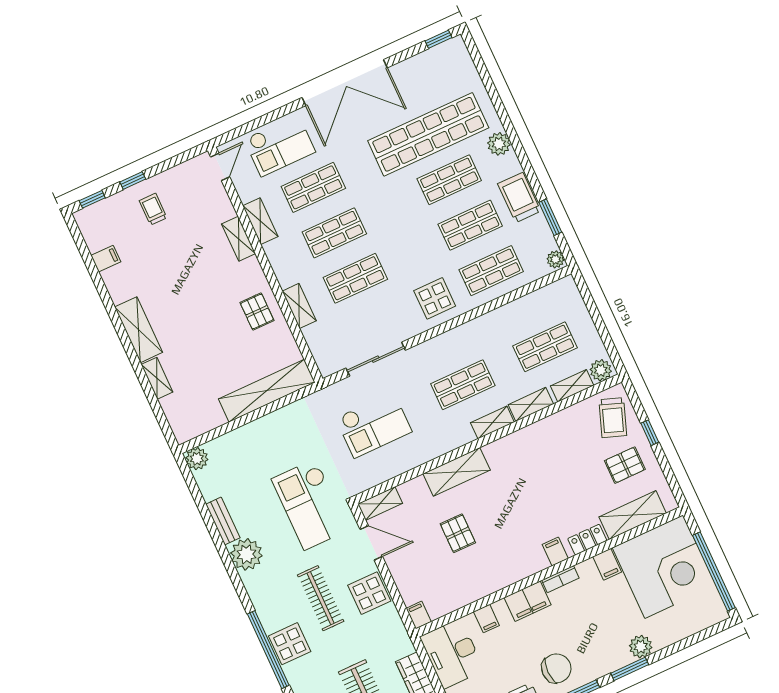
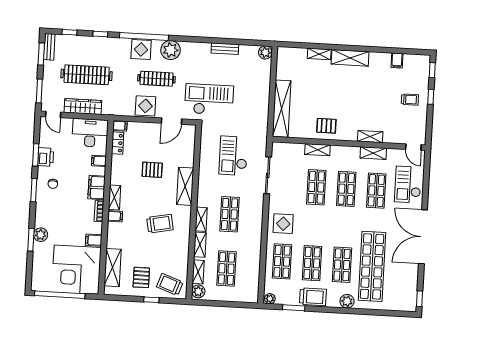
trolley: (531, 480) -> (160, 224), added
shelving: (380, 504) -> (114, 197), moved
locker: (587, 540) -> (118, 143), moved
plant: (246, 554) -> (171, 50), moved
chair: (556, 668) -> (53, 184), width x0.54, depth x0.54
window: (630, 669) -> (31, 240), moved

